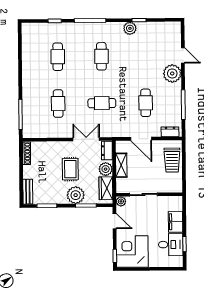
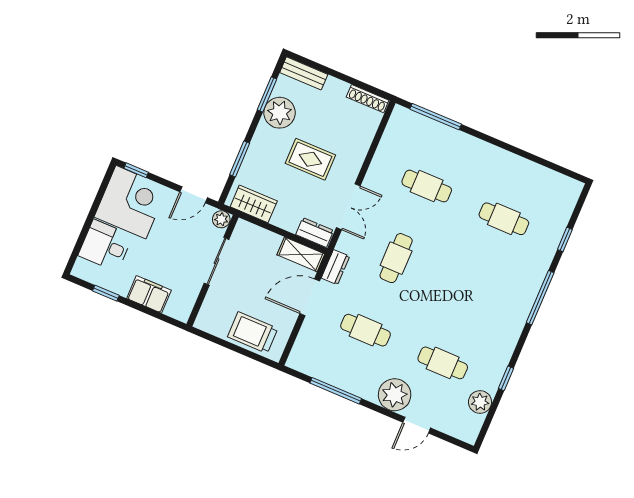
plant: (130, 28) -> (480, 402), moved
cafe table: (101, 56) -> (443, 363), moved
dresser: (170, 132) -> (335, 267), moved
shelving: (121, 165) -> (301, 254), moved
plant: (106, 169) -> (285, 217), removed
plant: (76, 195) -> (280, 113), moved
desk: (171, 245) -> (105, 246), moved, turned 90

